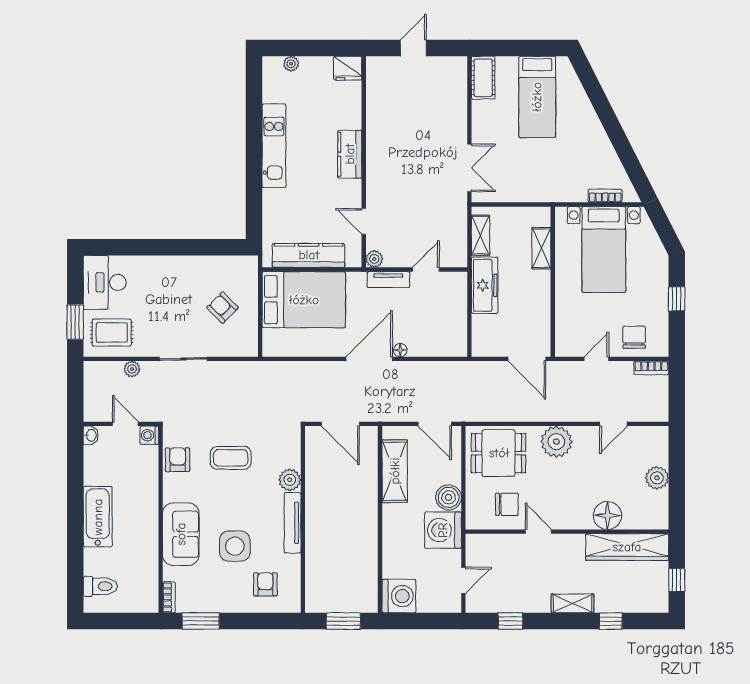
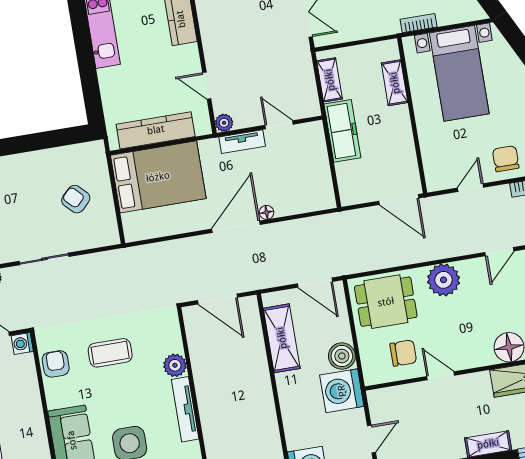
bookcase: (605, 196) -> (419, 23), moved
door: (426, 270) -> (279, 125), hinge flipped

